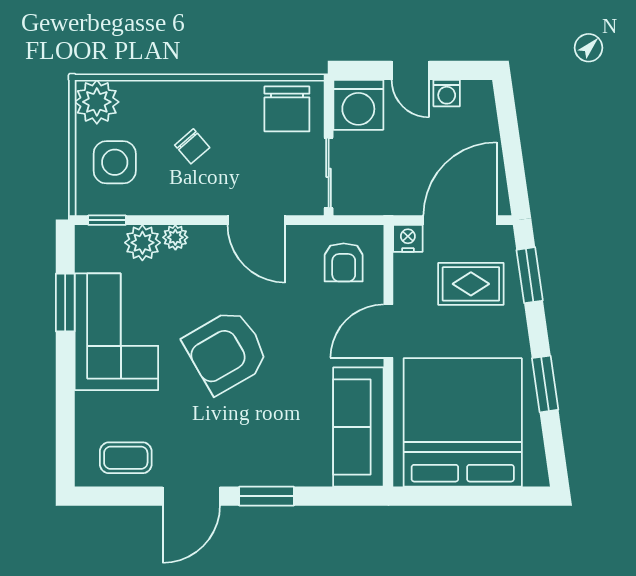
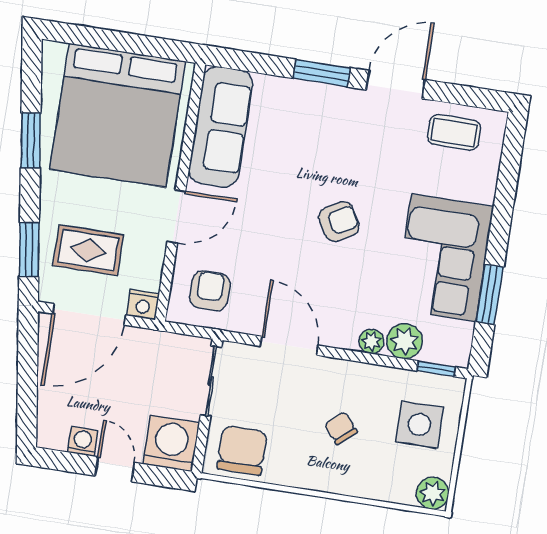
plant: (97, 102) -> (433, 493), width x0.73, depth x0.73
armchair: (226, 351) -> (339, 222), width x0.53, depth x0.53

